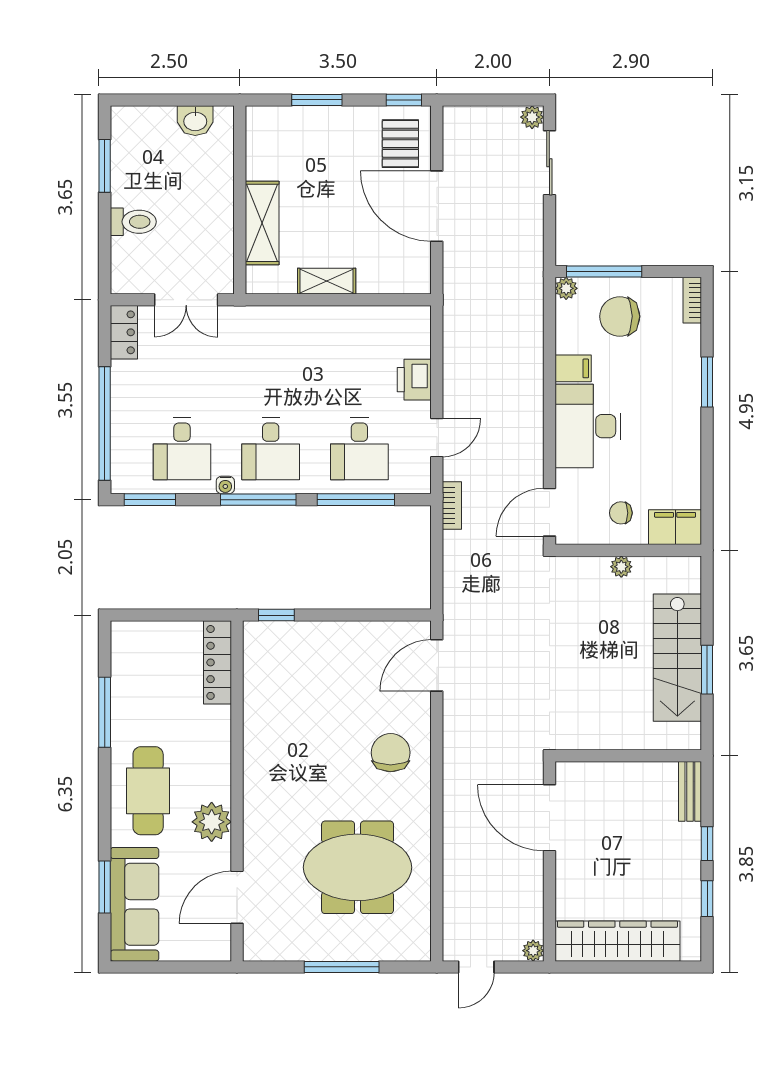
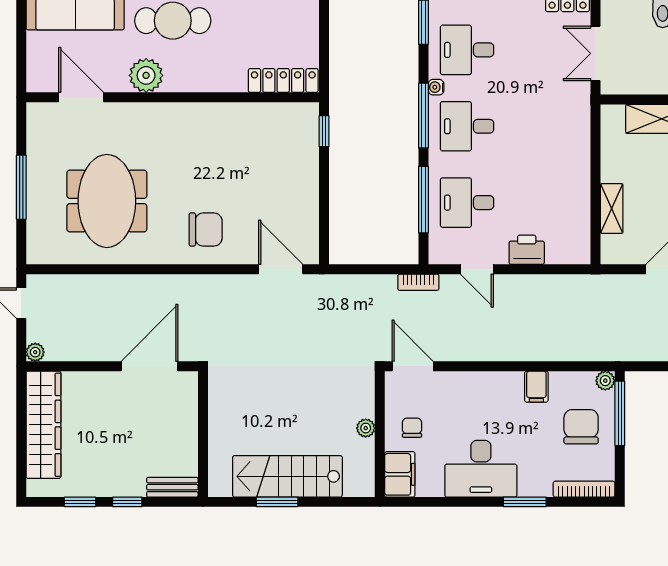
shelving: (327, 281) -> (612, 208), moved
bookcase: (692, 300) -> (584, 489), width x1.56
desk: (588, 426) -> (481, 469), moved, turned 180

